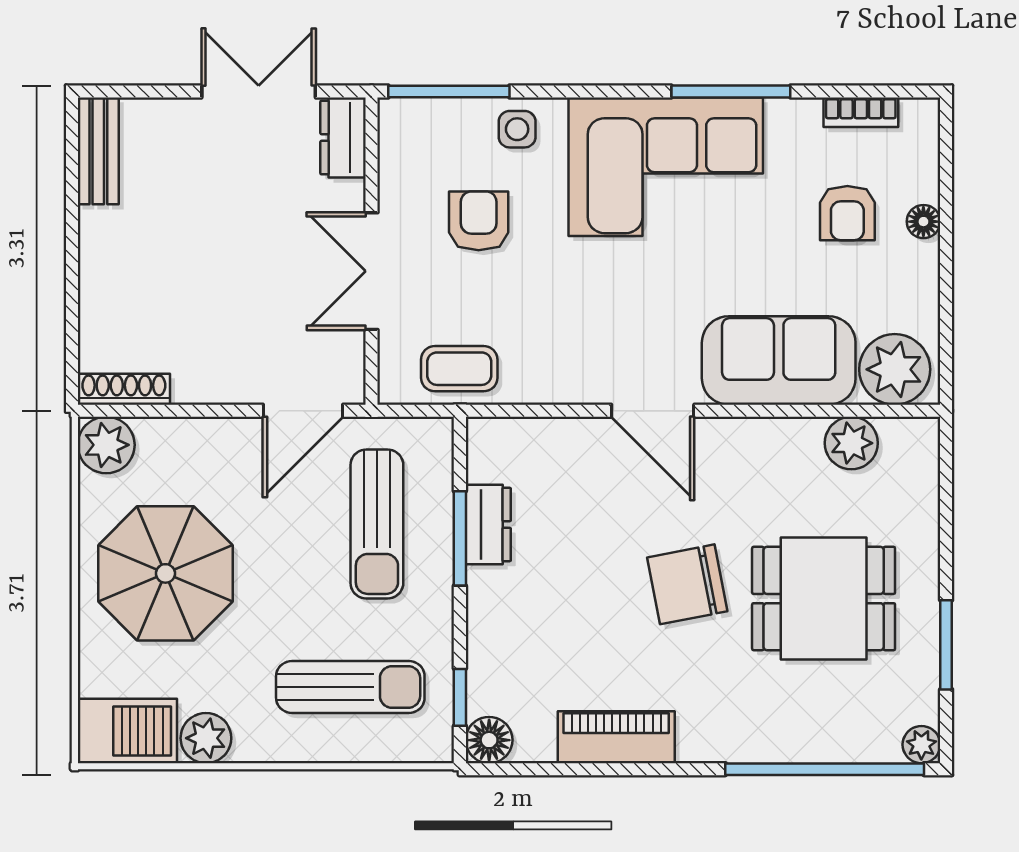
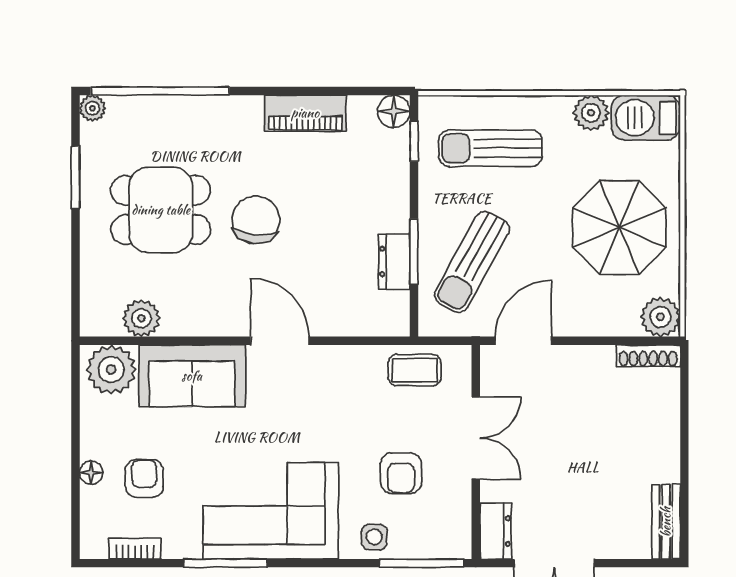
sun lounger: (377, 524) -> (472, 262), turned -151
chair: (687, 584) -> (256, 220), turned -74

